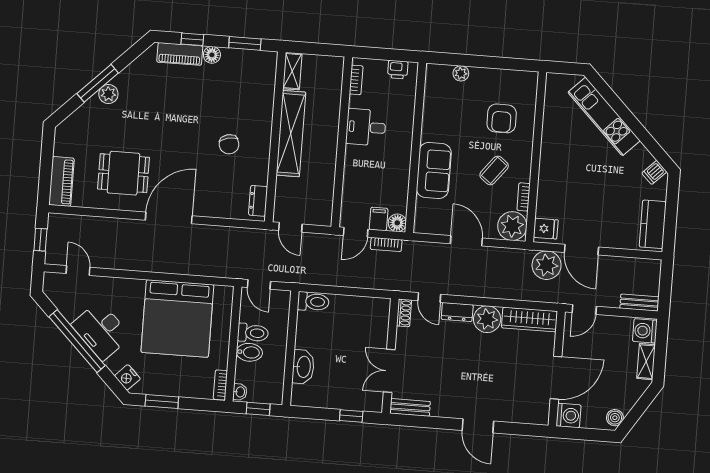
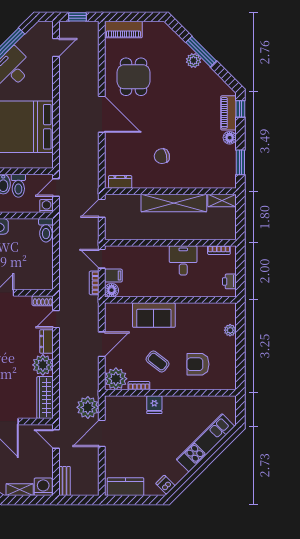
window: (192, 39) -> (240, 109), moved
fridge: (546, 229) -> (154, 405), moved
washing machine: (282, 299) -> (47, 206), added

